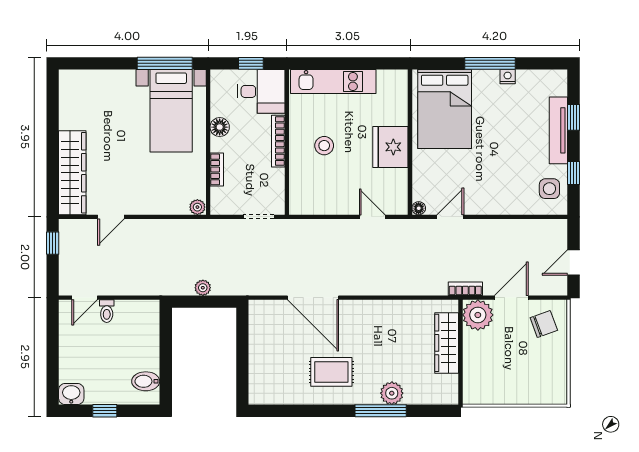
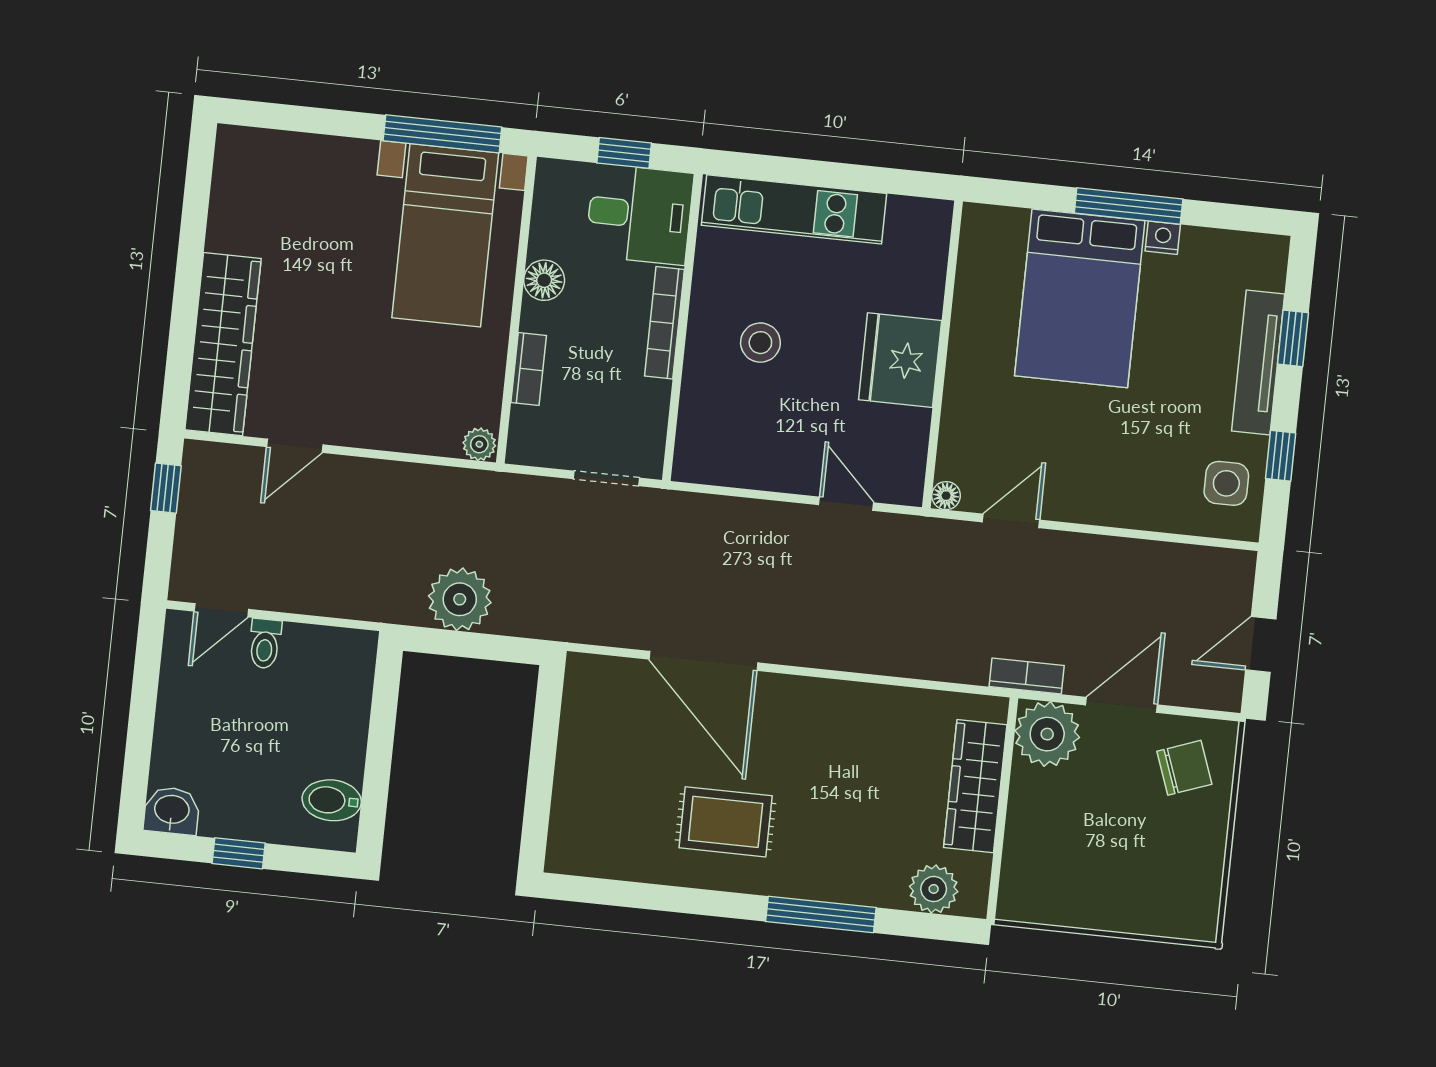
bed: (445, 109) -> (1080, 298), moved
plant: (203, 288) -> (460, 599), width x1.88, depth x1.88
plant: (392, 393) -> (934, 889), moved

